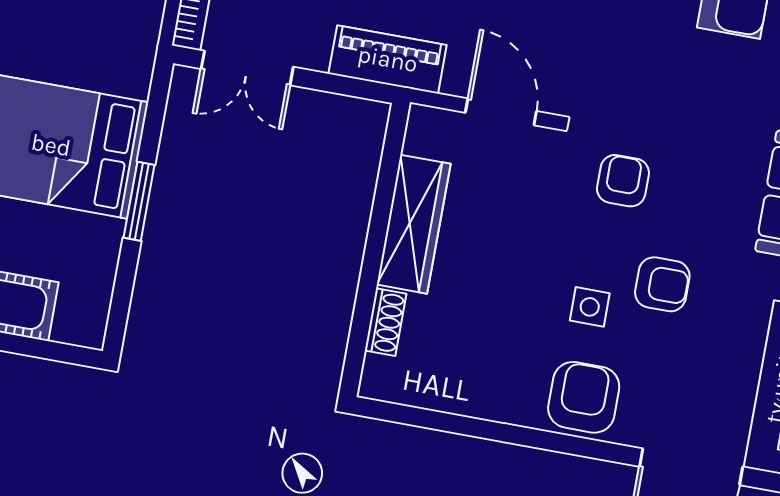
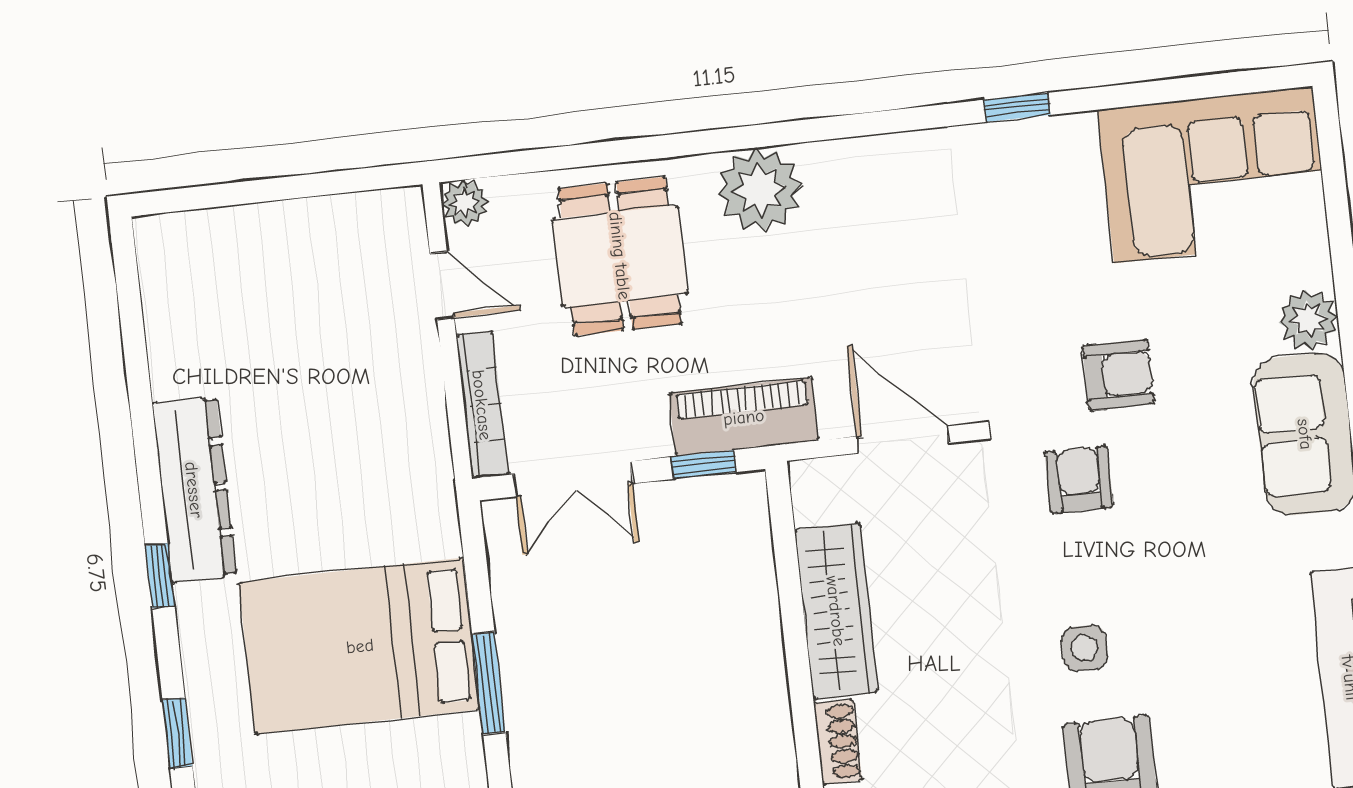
window: (347, 86) -> (704, 465), added
armchair: (662, 284) -> (1118, 375), moved

